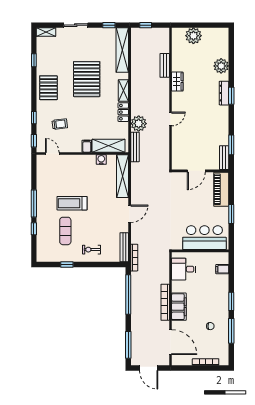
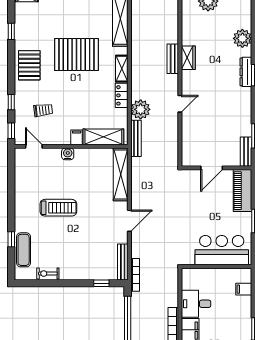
bench: (165, 65) -> (173, 59), moved
pallet: (87, 79) -> (76, 55), turned 90
water cooler: (101, 160) -> (68, 154), moved
window: (34, 203) -> (11, 208), removed
treadmill: (72, 203) -> (58, 208), turned 180
exercise mat: (65, 231) -> (24, 250), moved
exercise bike: (92, 250) -> (48, 274), moved
window: (67, 264) -> (101, 283), moved
desk: (184, 269) -> (196, 304), moved

